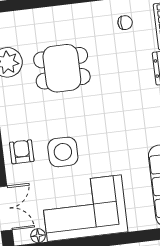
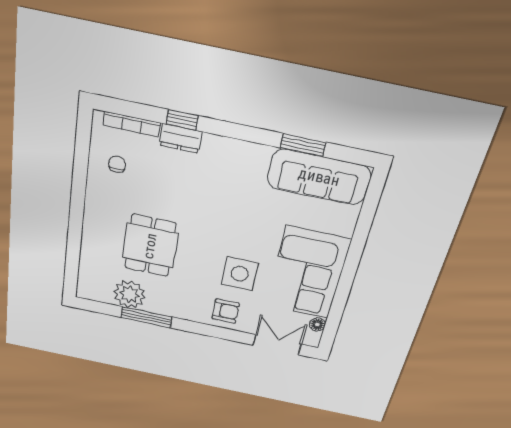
armchair: (22, 152) -> (226, 311), turned 180

